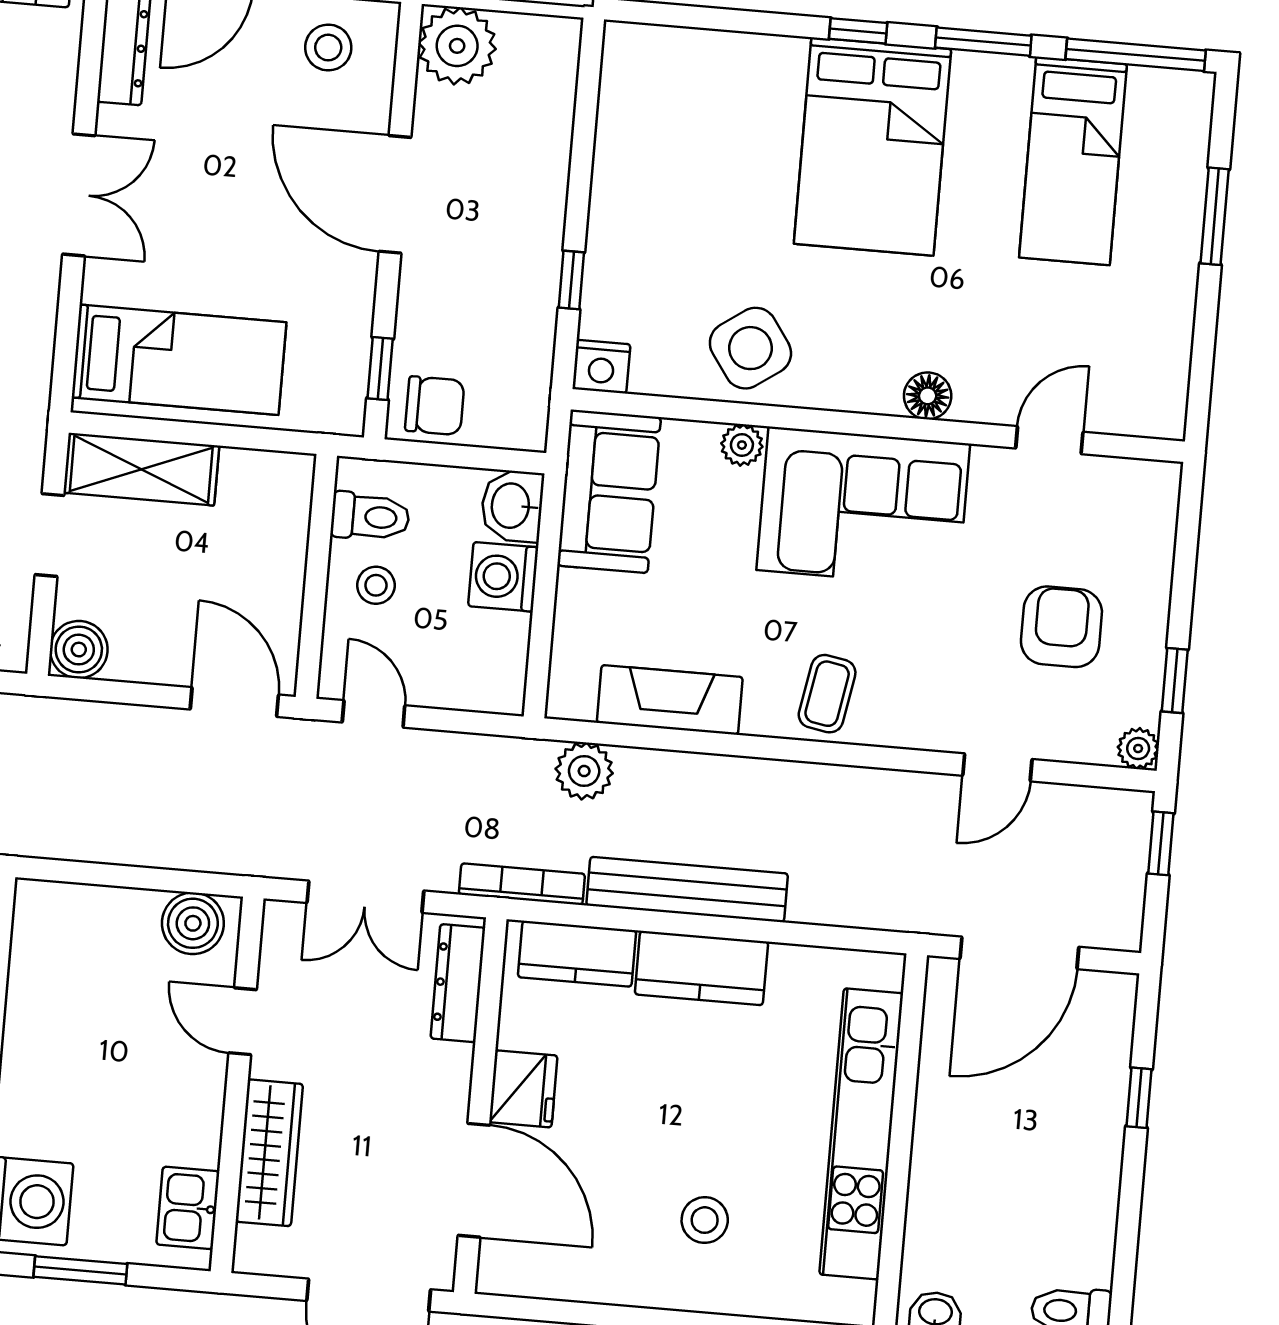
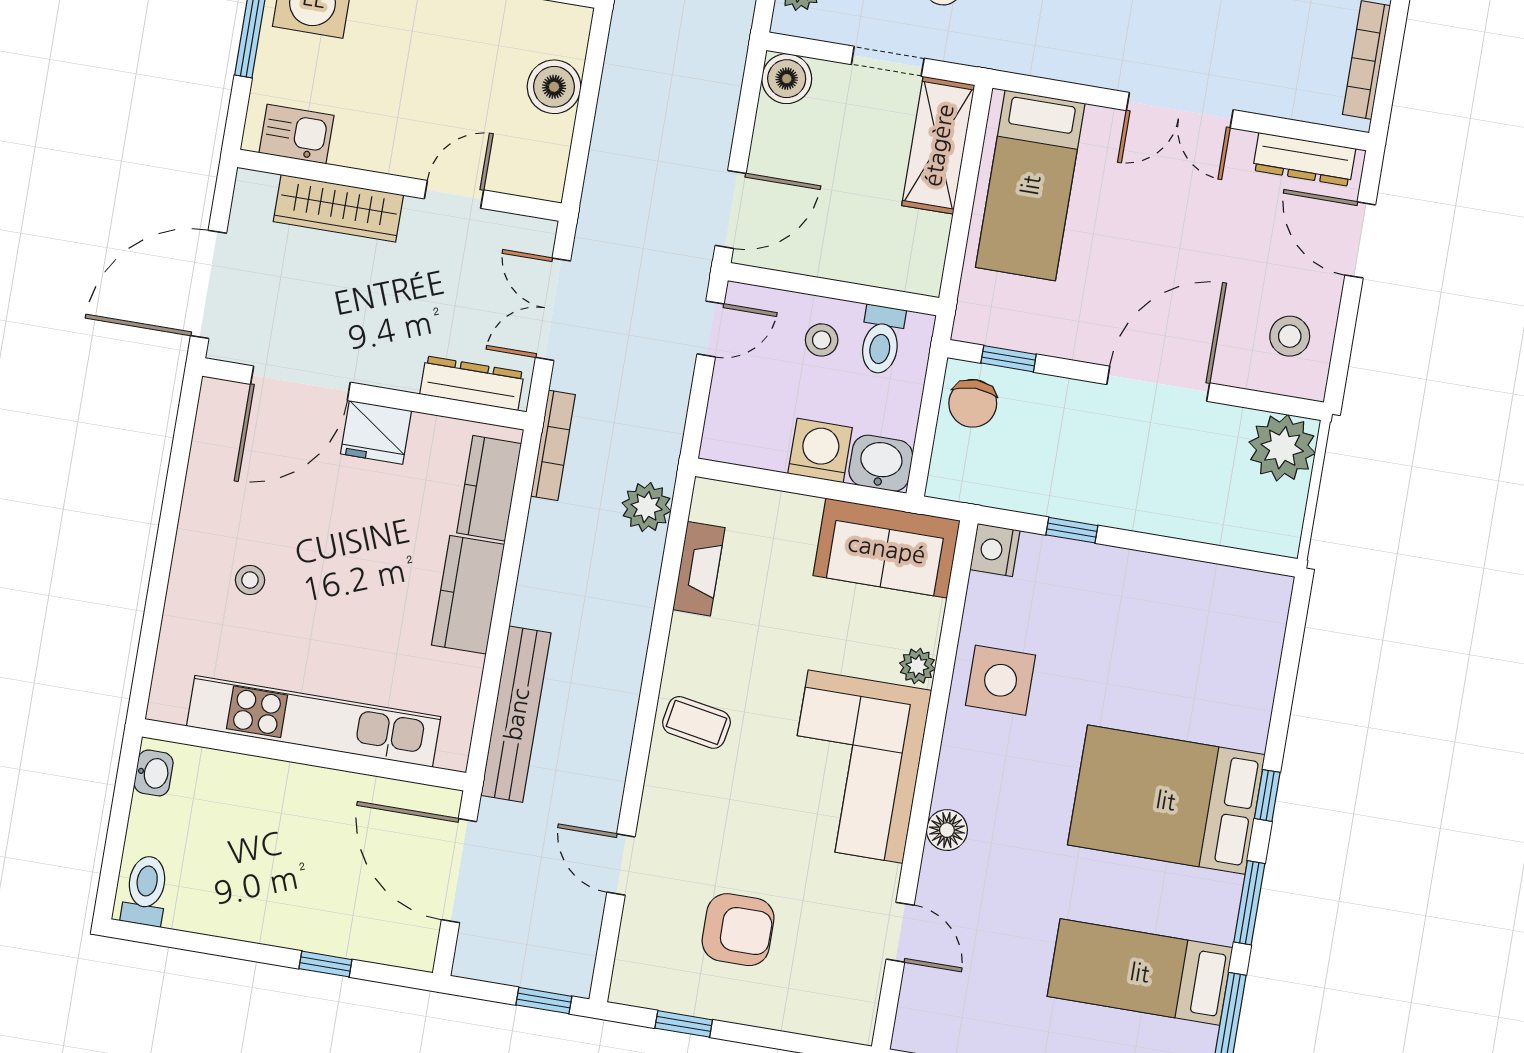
side table: (750, 348) -> (1001, 680), turned 35
fireplace: (670, 700) -> (699, 569), width x0.73, depth x0.76
plant: (1138, 749) -> (627, 987), removed
bench: (687, 889) -> (516, 714), moved
boiler: (193, 923) -> (554, 87), moved
stool: (705, 1220) -> (250, 580), width x0.73, depth x0.73

